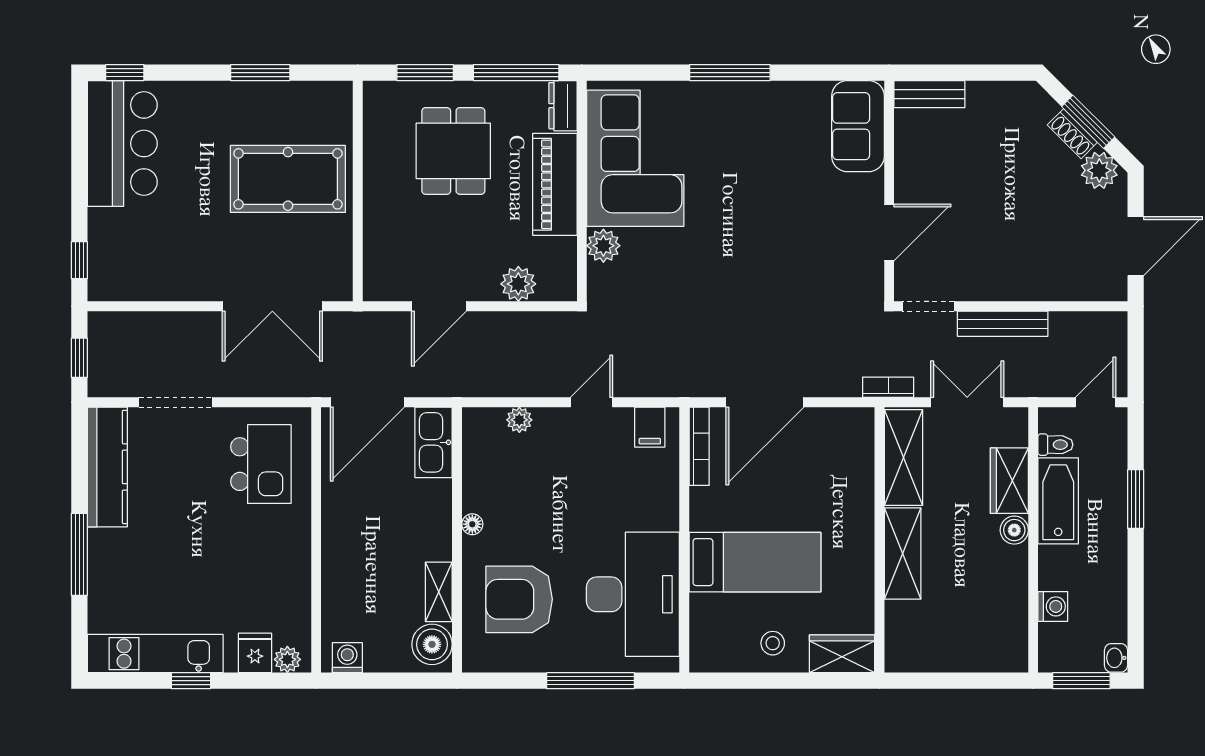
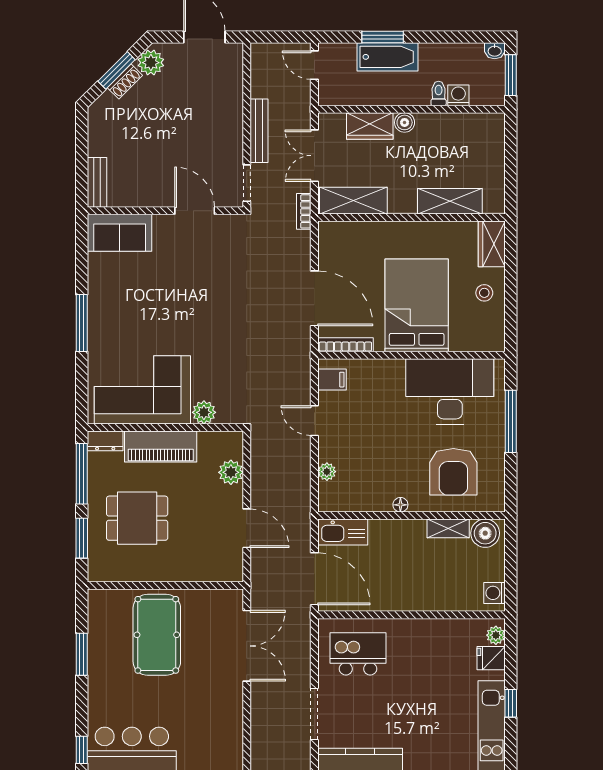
toilet: (1055, 445) -> (439, 94), moved
bathtub: (1058, 501) -> (388, 57), moved, turned 180
shelving: (903, 553) -> (450, 201), moved
bed: (755, 562) -> (417, 305), width x1.50

